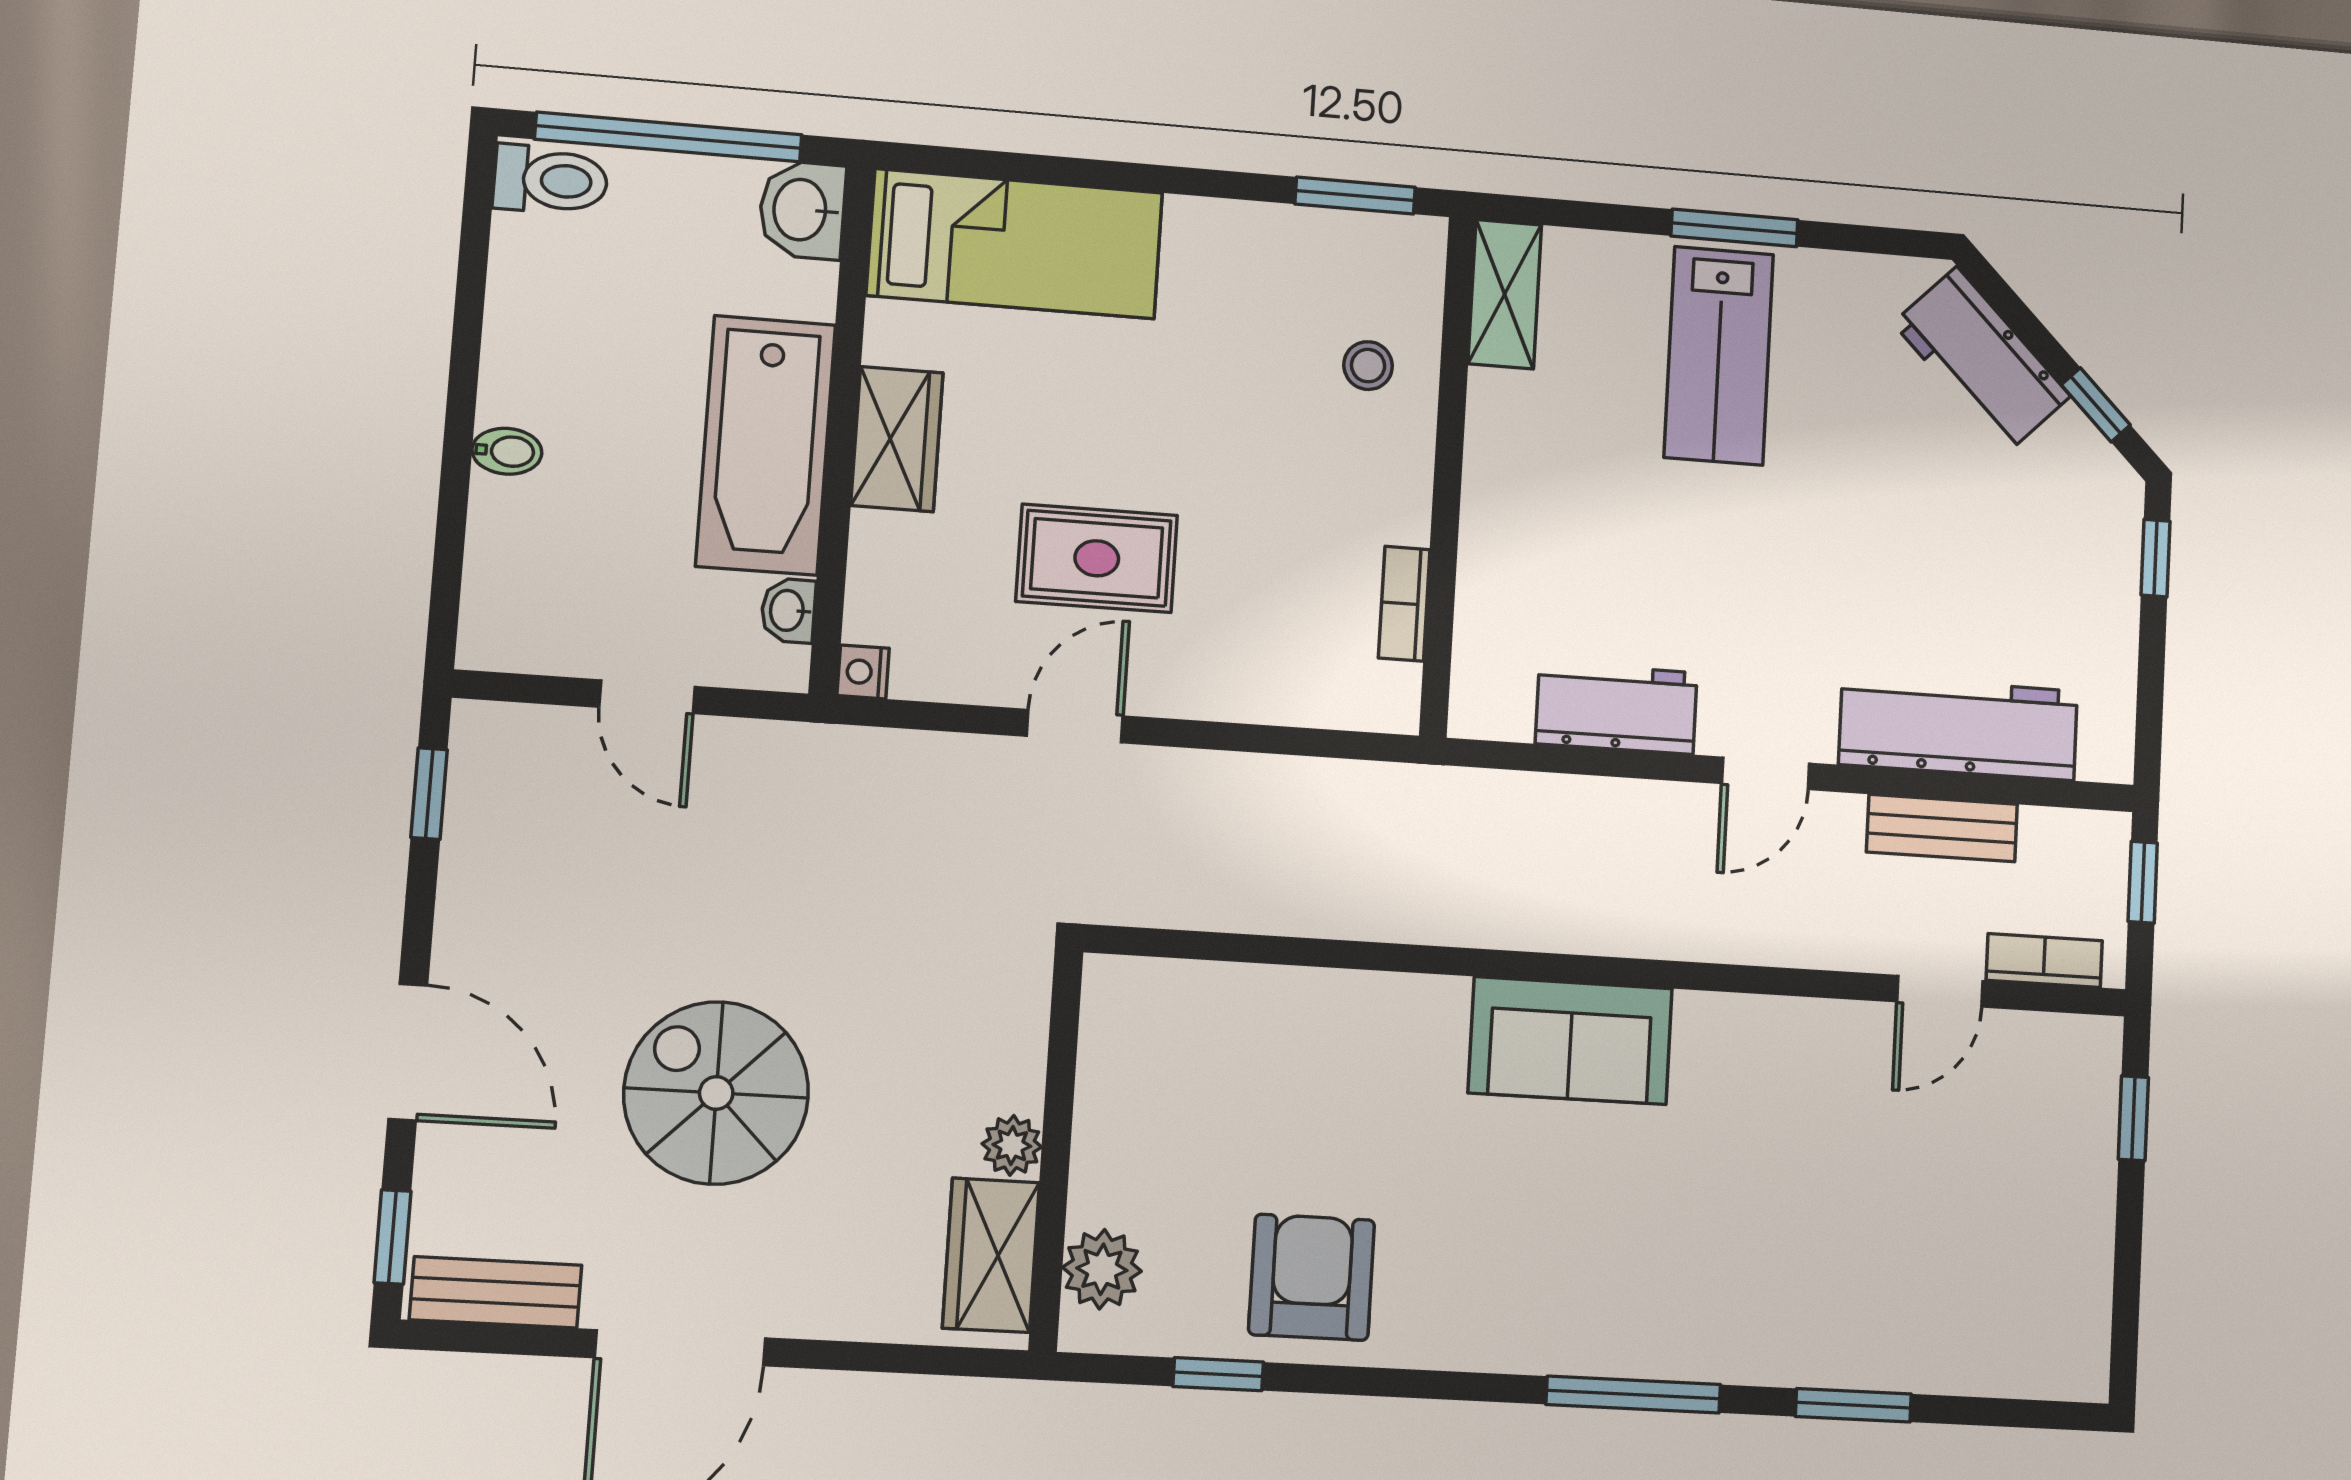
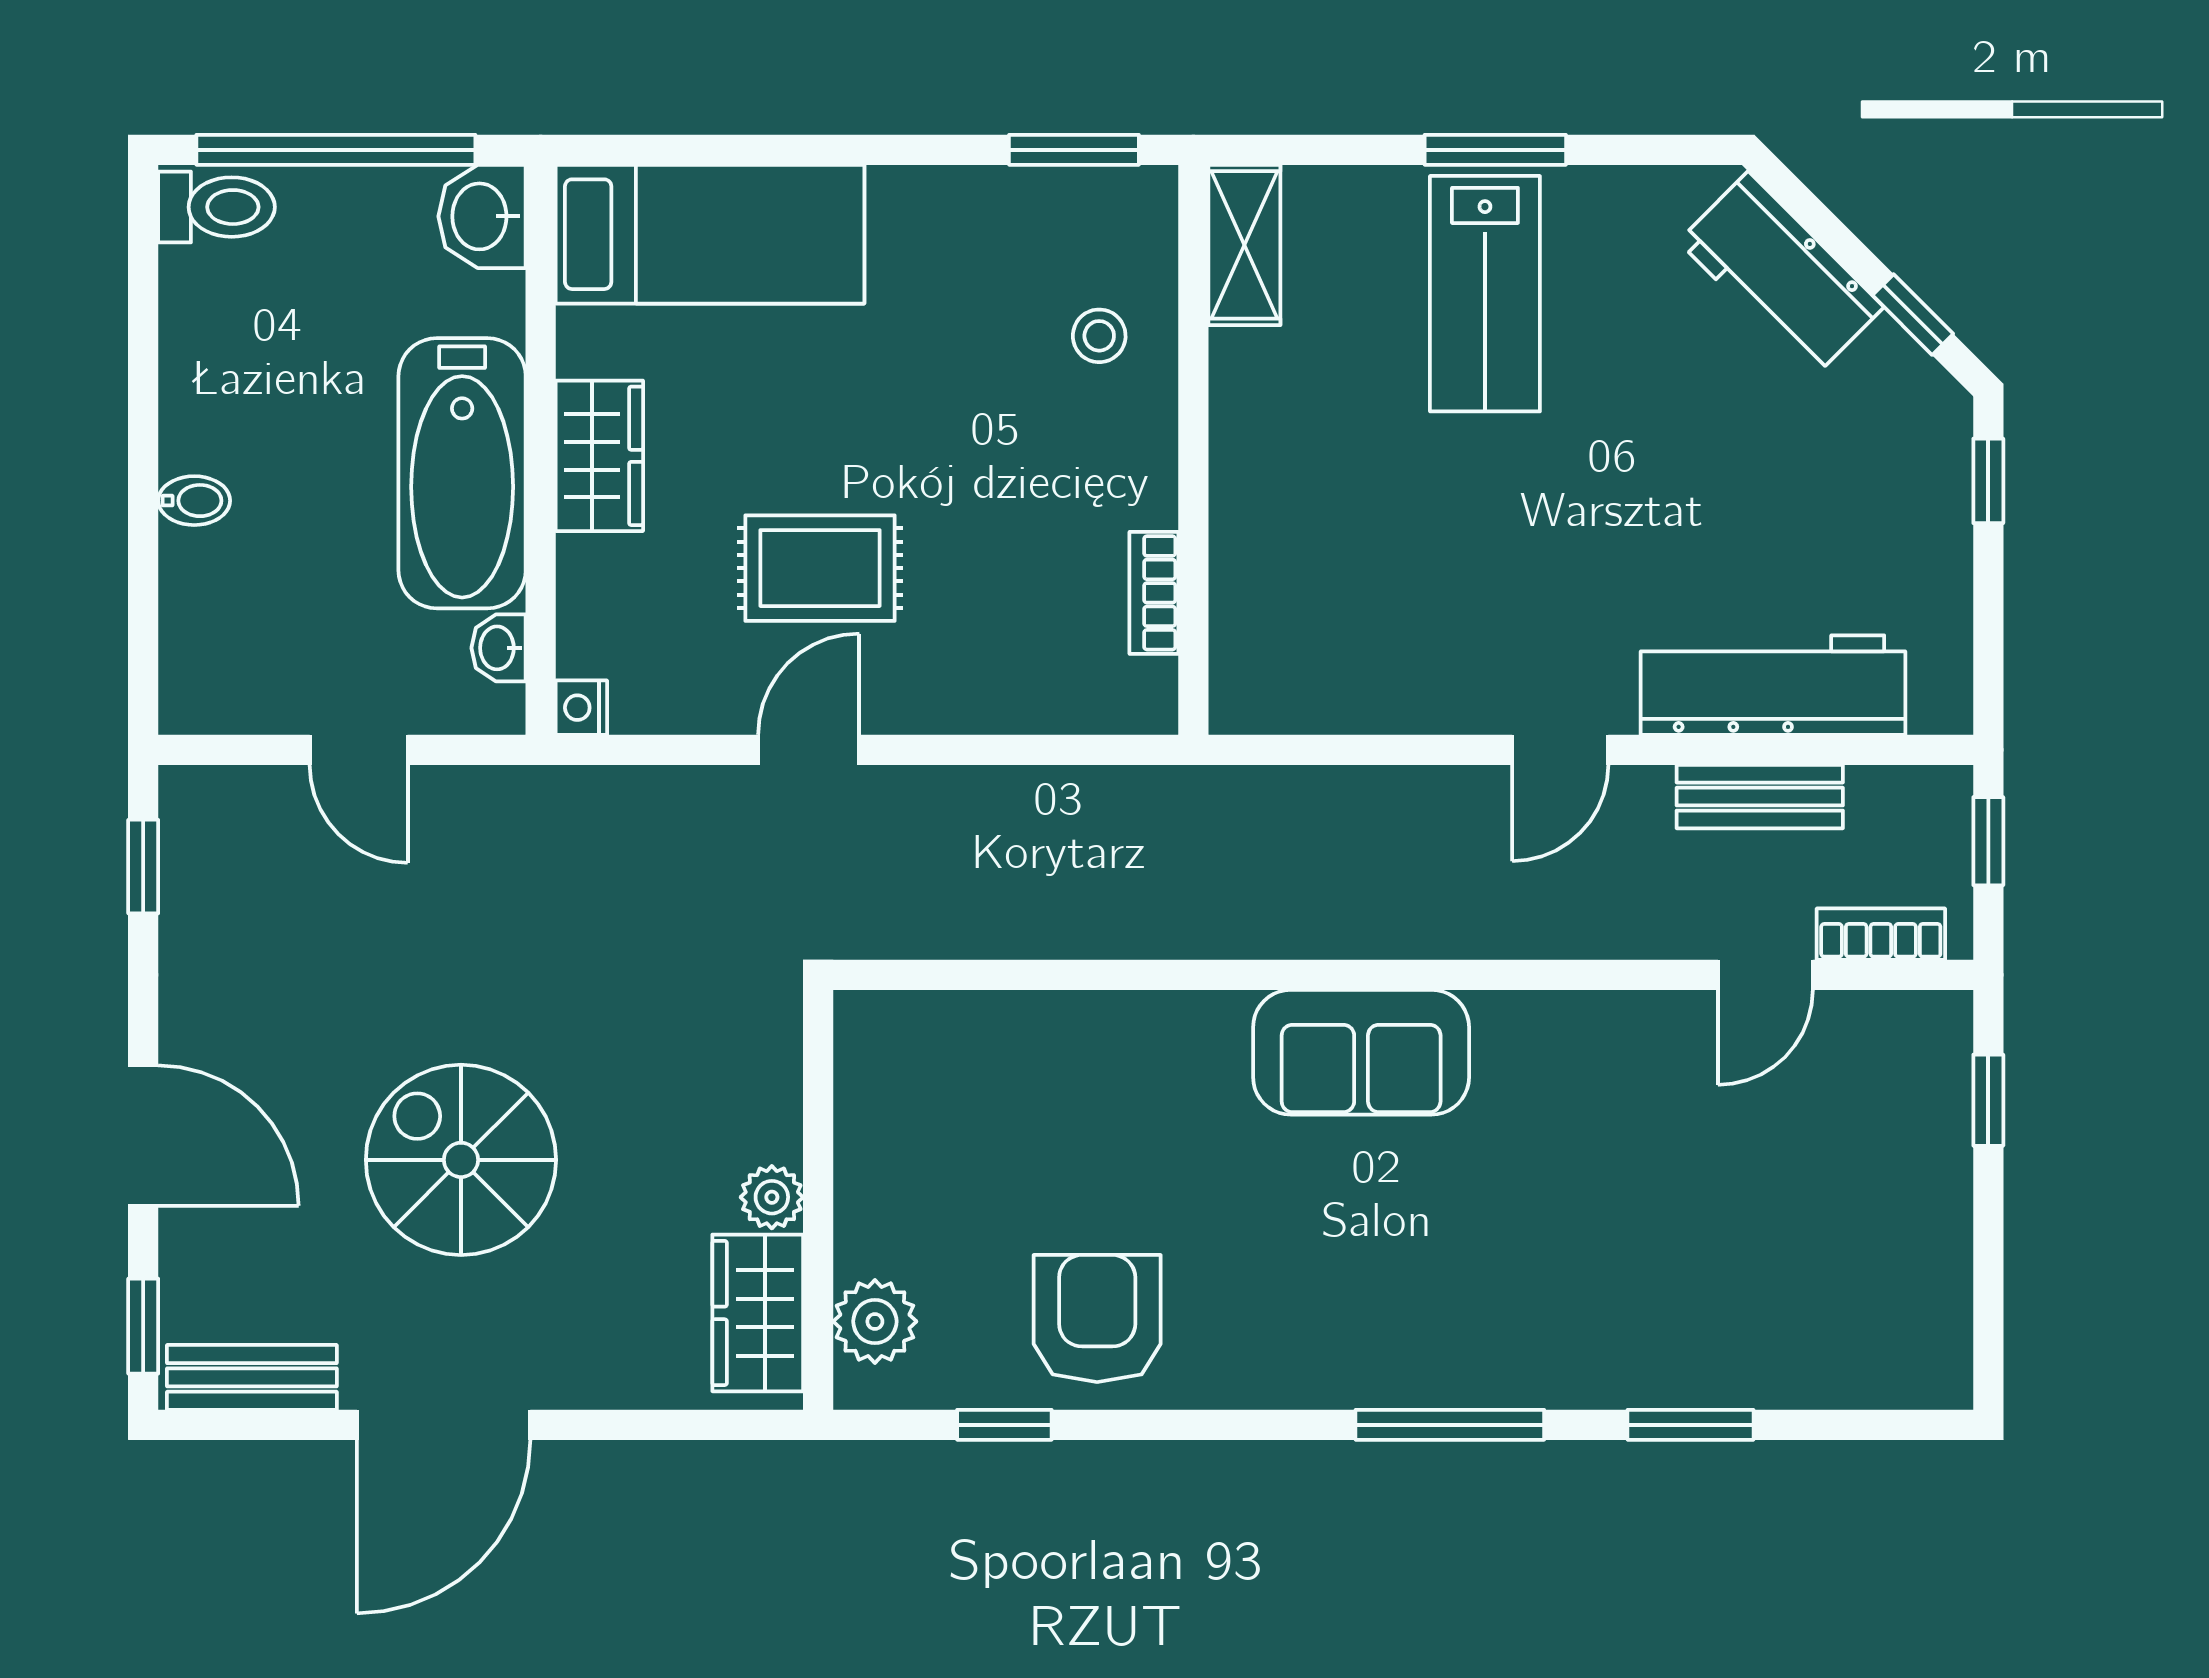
workbench: (1616, 708) -> (1392, 690), removed

